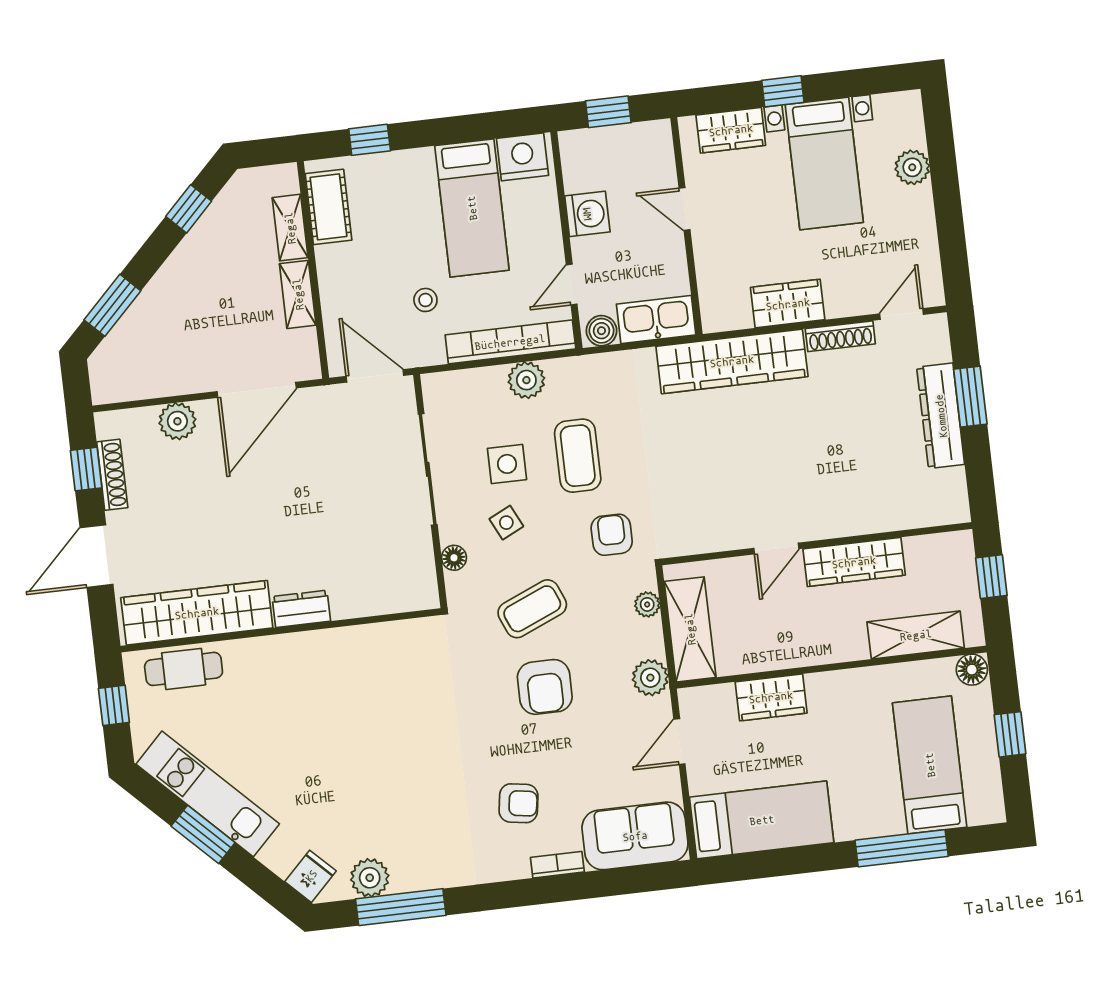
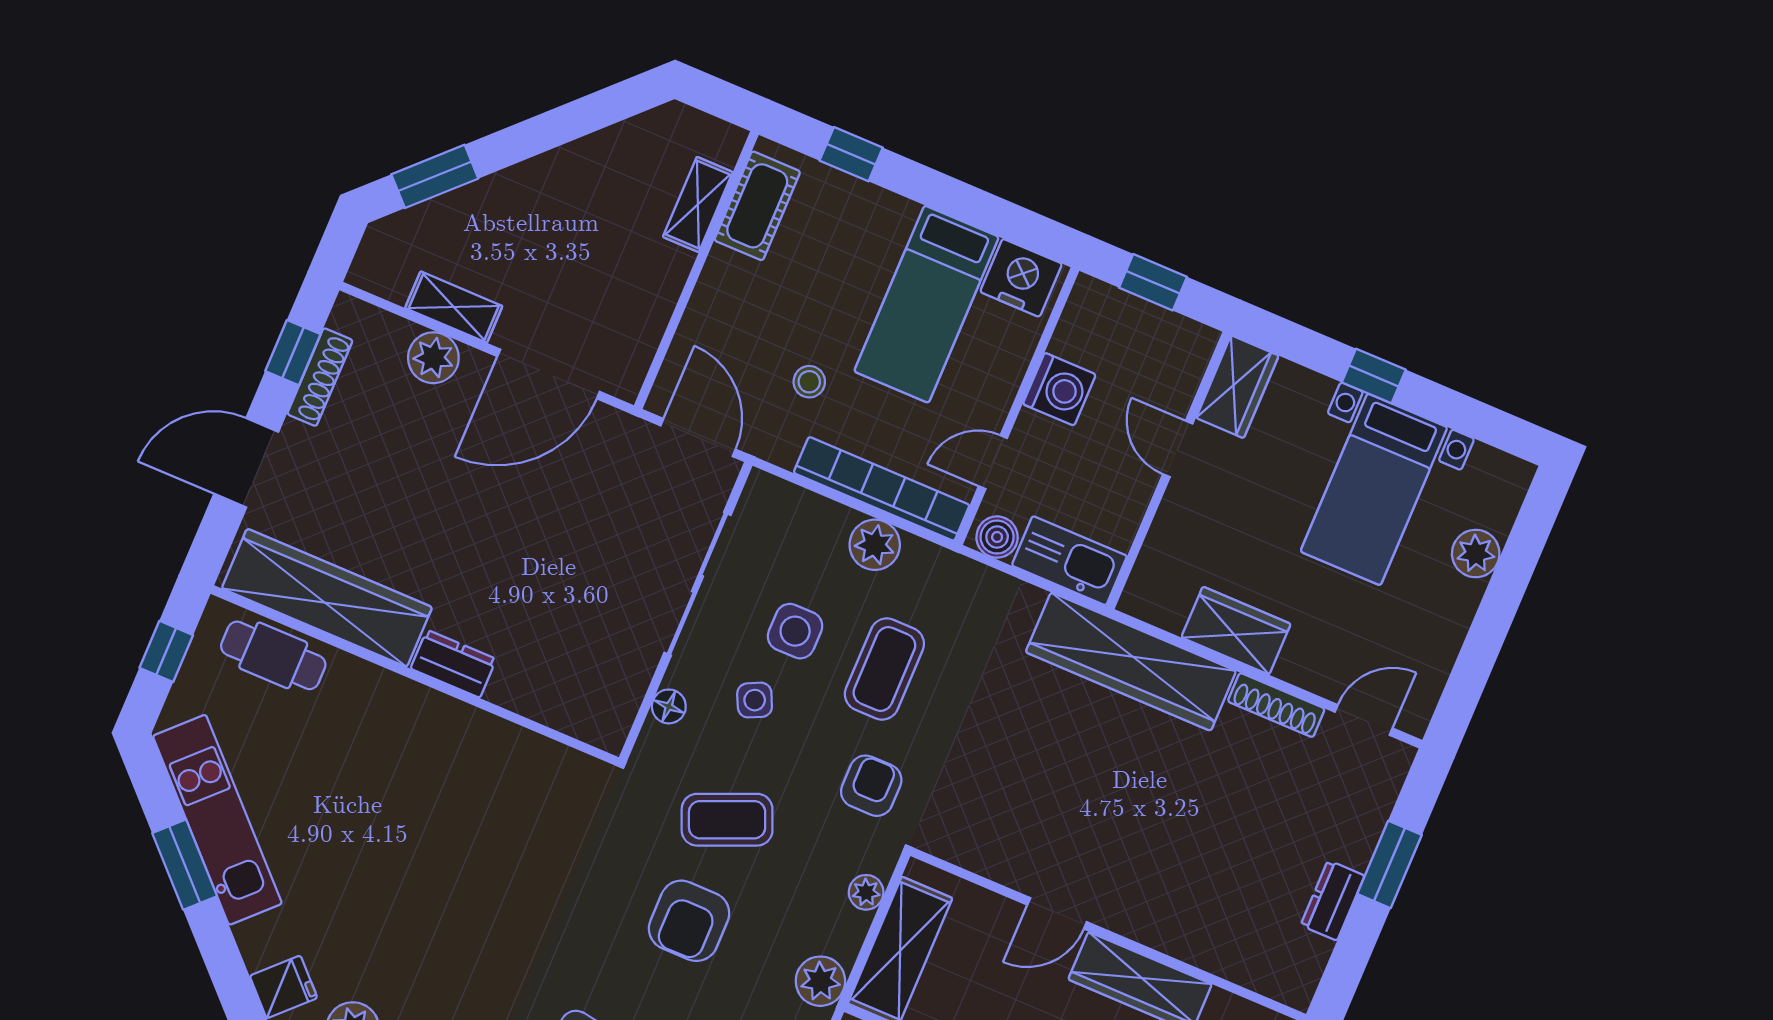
wardrobe: (731, 130) -> (1237, 387), moved, turned -90
window: (189, 209) -> (590, 114), removed
shelving: (298, 294) -> (454, 307), moved, turned 90
dresser: (941, 416) -> (1333, 900), width x0.51, depth x0.80

